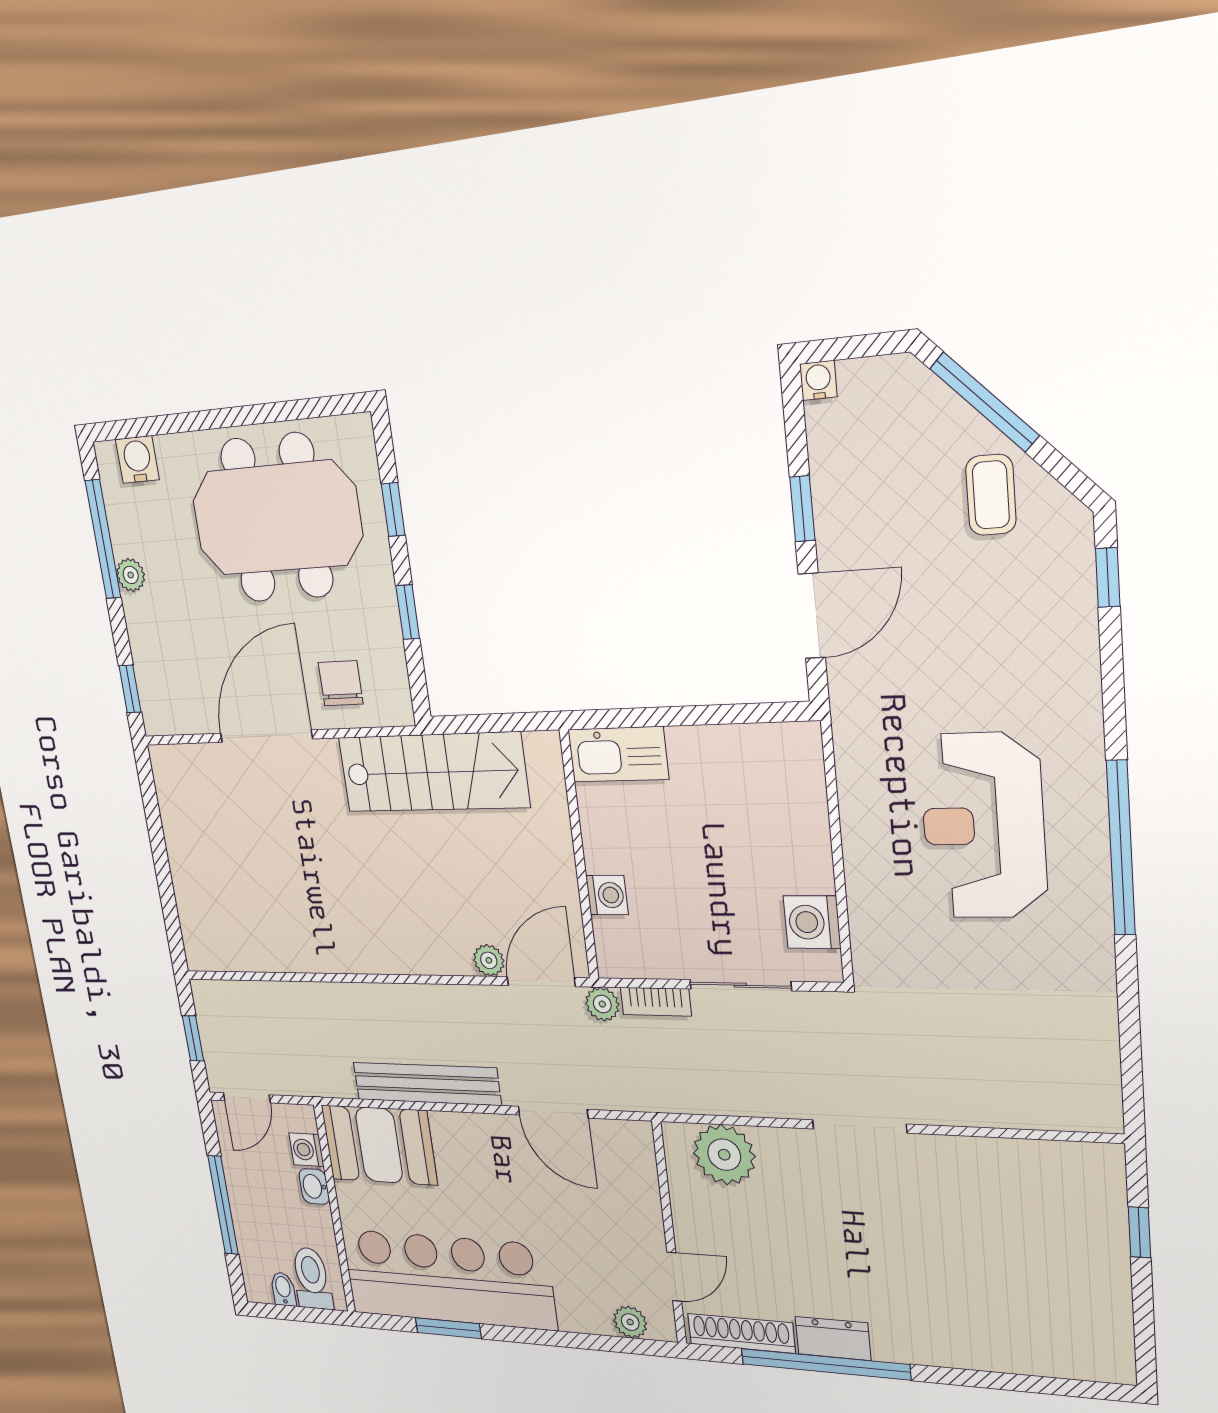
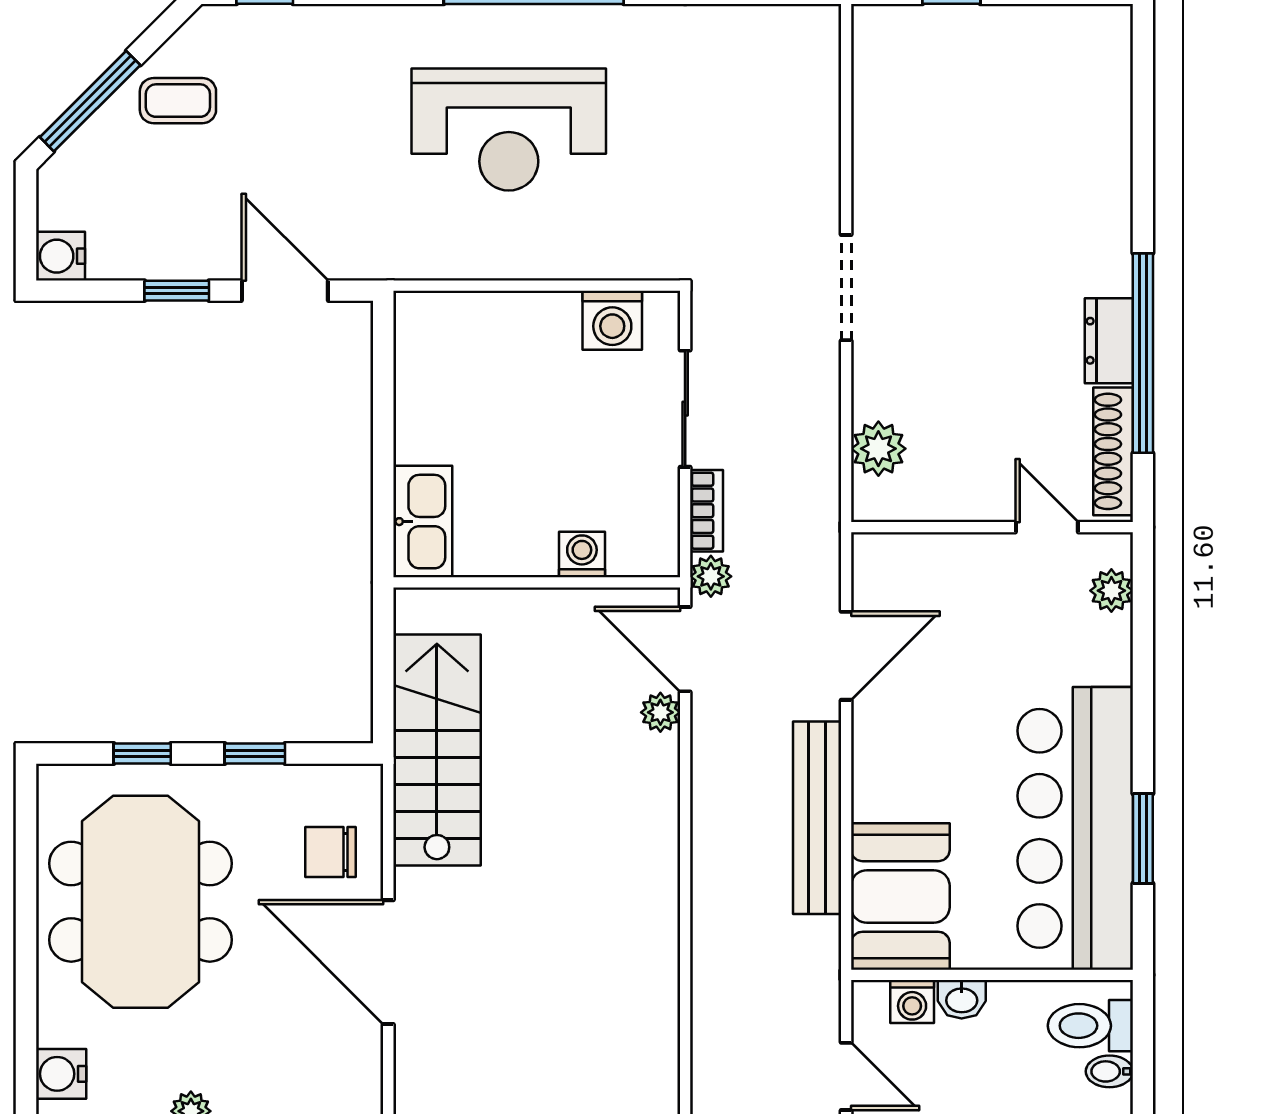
water cooler: (818, 380) -> (61, 256), width x1.38, depth x1.38
plant: (724, 1155) -> (878, 449), width x0.73, depth x0.73

